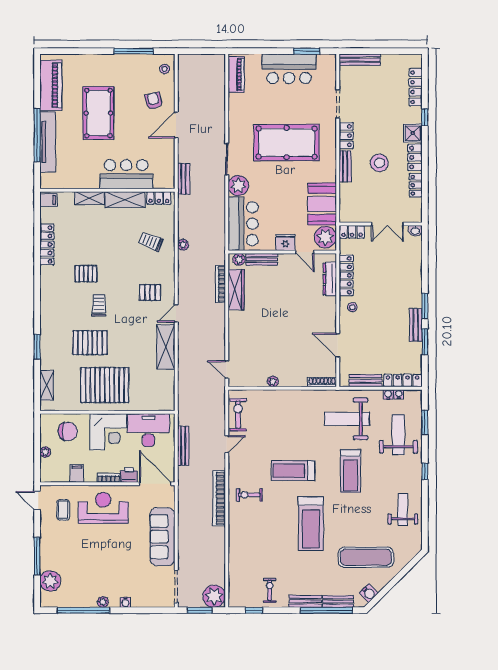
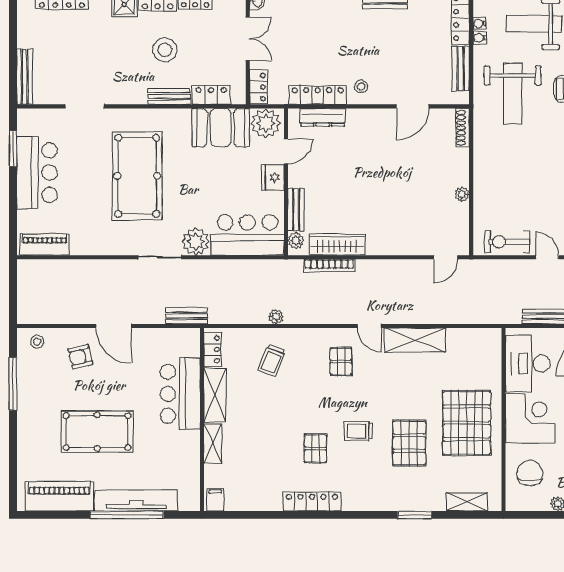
locker: (346, 136) -> (211, 95), moved
locker: (47, 245) -> (312, 502), moved

